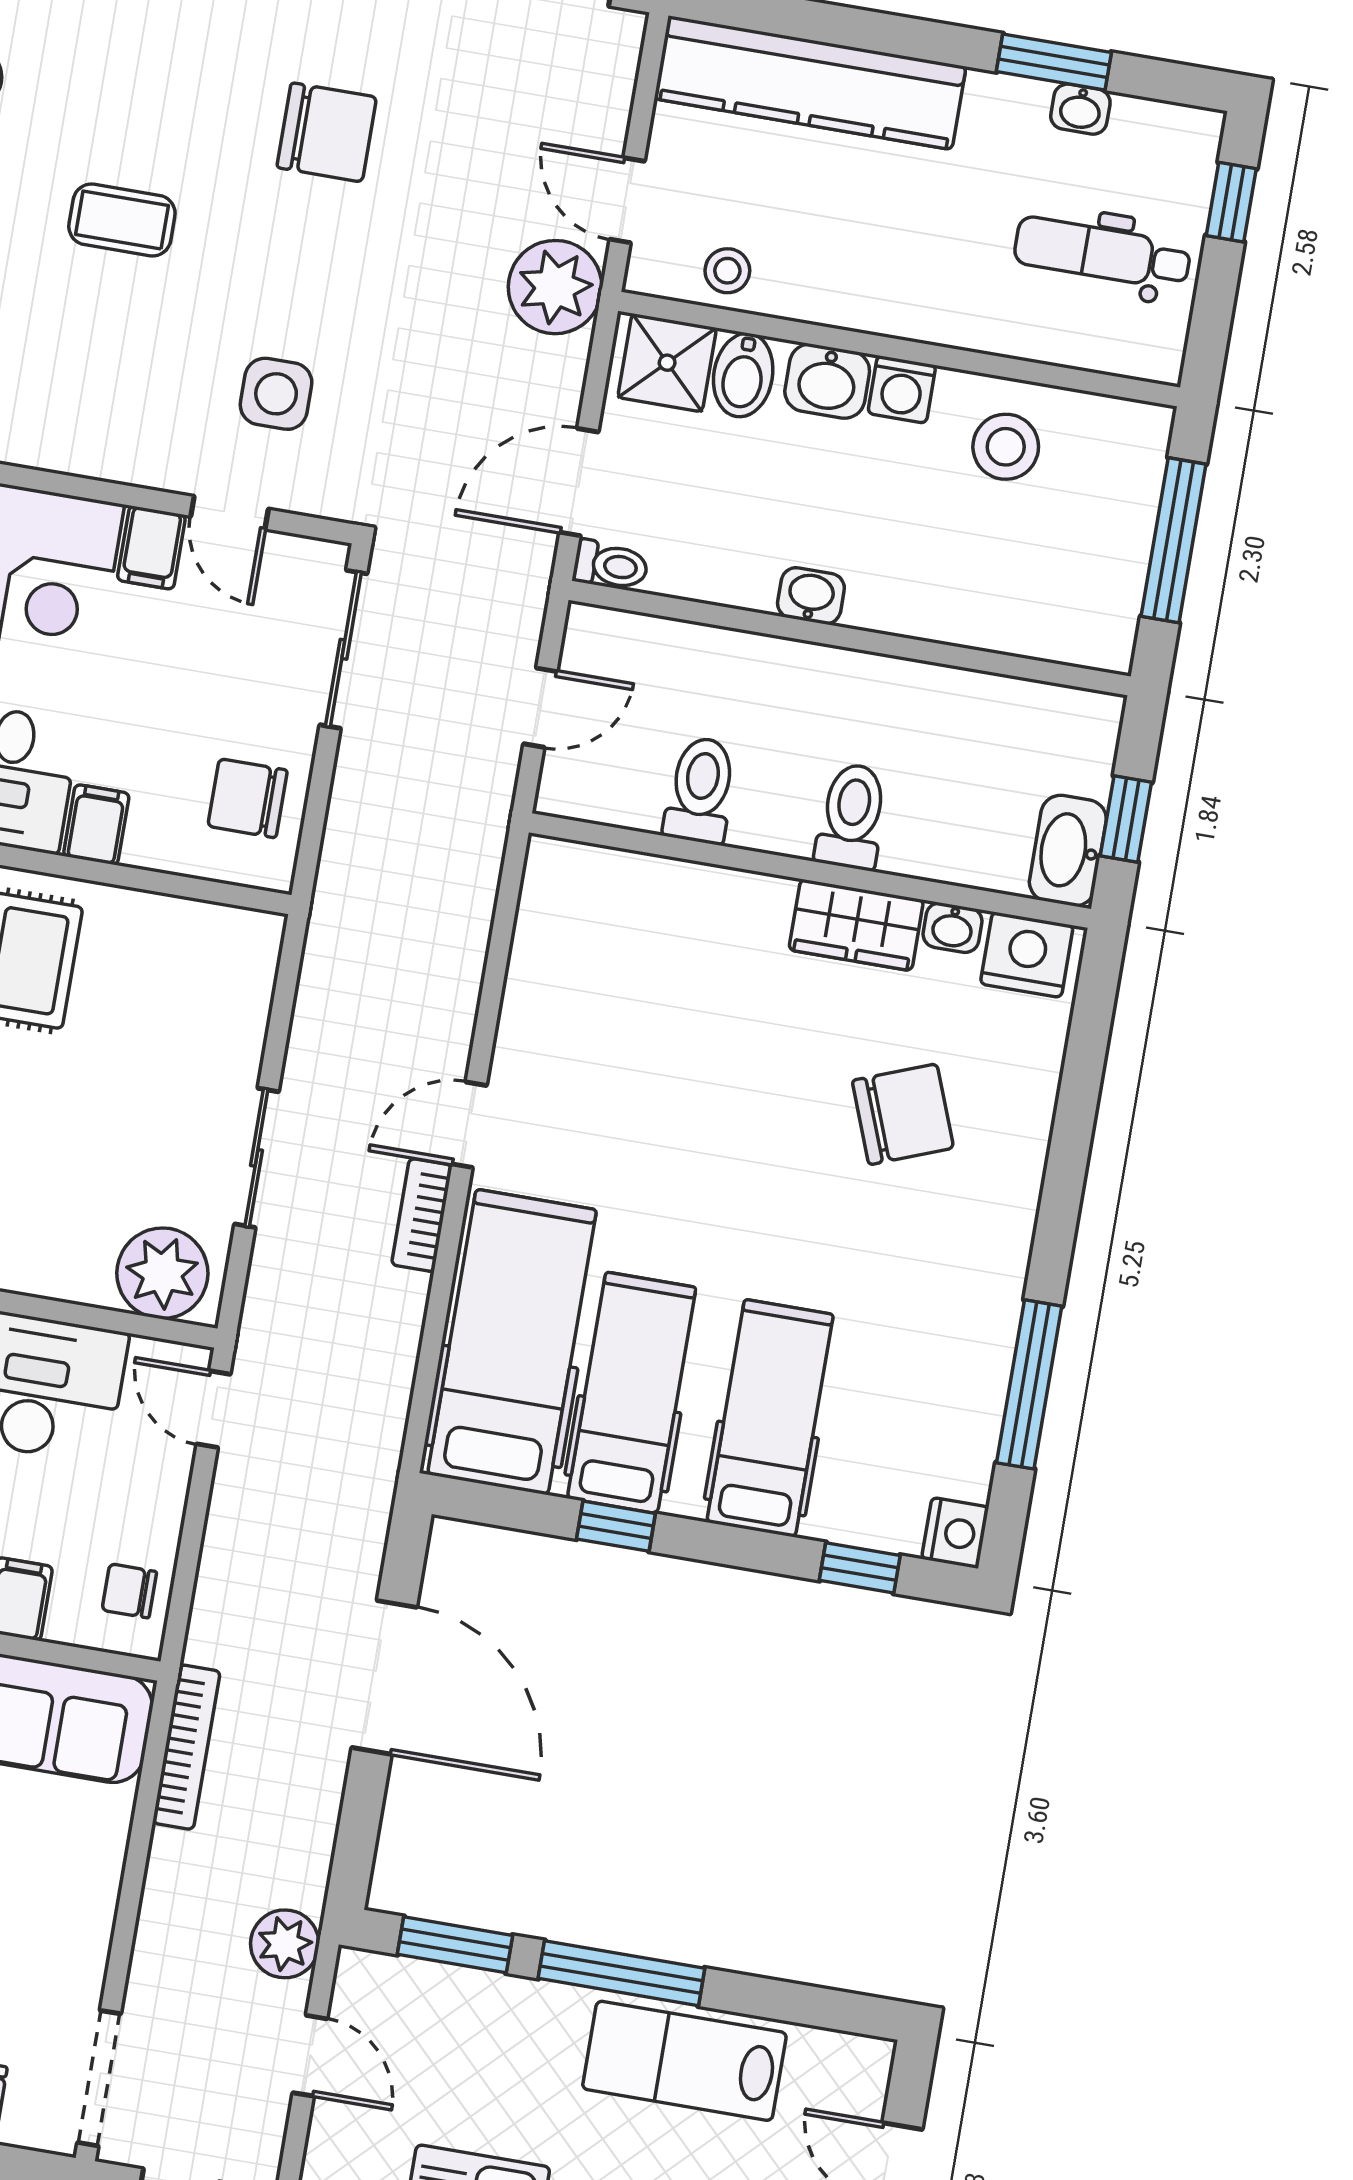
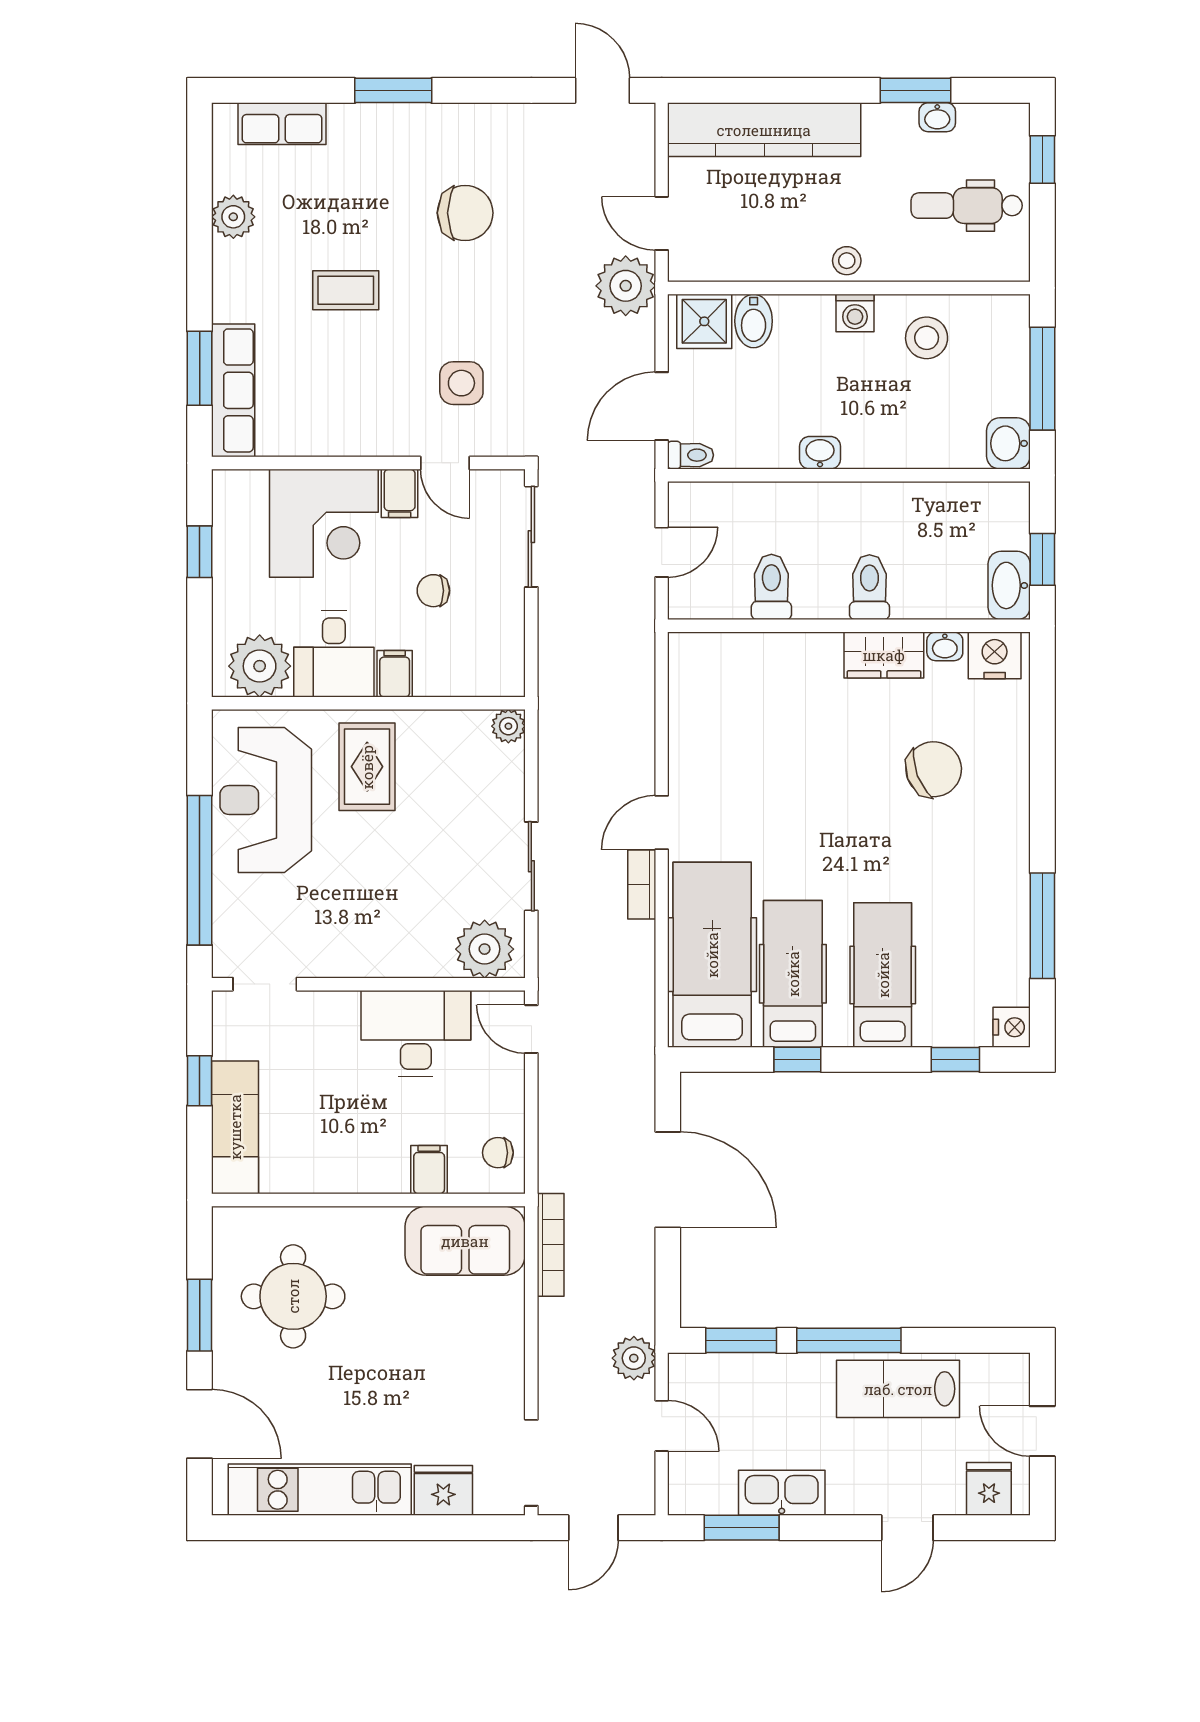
stool: (727, 271) -> (847, 261), moved
washbasin: (827, 381) -> (1008, 443), moved, turned 90
chair: (248, 798) -> (433, 591), moved, width x0.73, depth x0.73
plant: (258, 936) -> (508, 726), added

